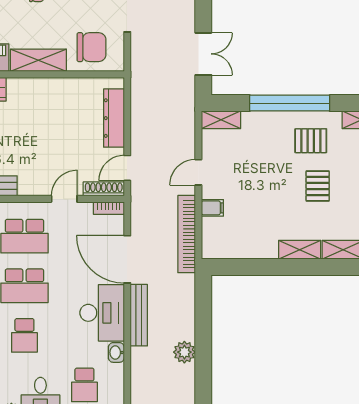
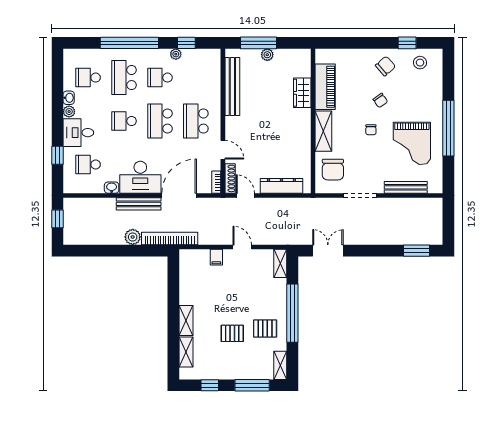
double door: (203, 54) -> (328, 251), swing flipped
pallet: (311, 141) -> (265, 329), turned 90
bookcase: (187, 234) -> (170, 239), moved
plant: (184, 352) -> (133, 237), moved

